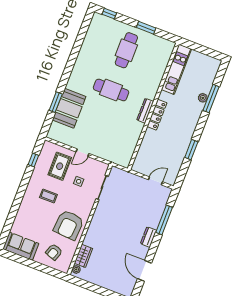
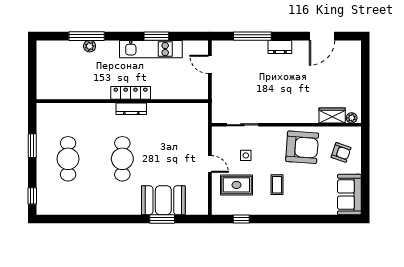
cafe table: (126, 50) -> (68, 159), turned 90
kitchen unit: (176, 69) -> (151, 49), moved, turned 180

